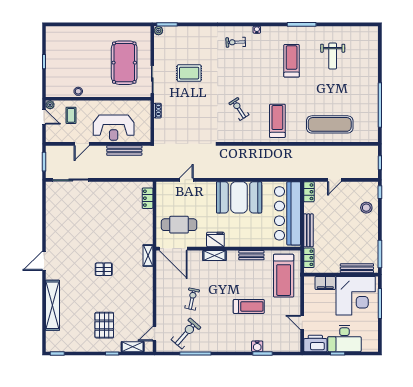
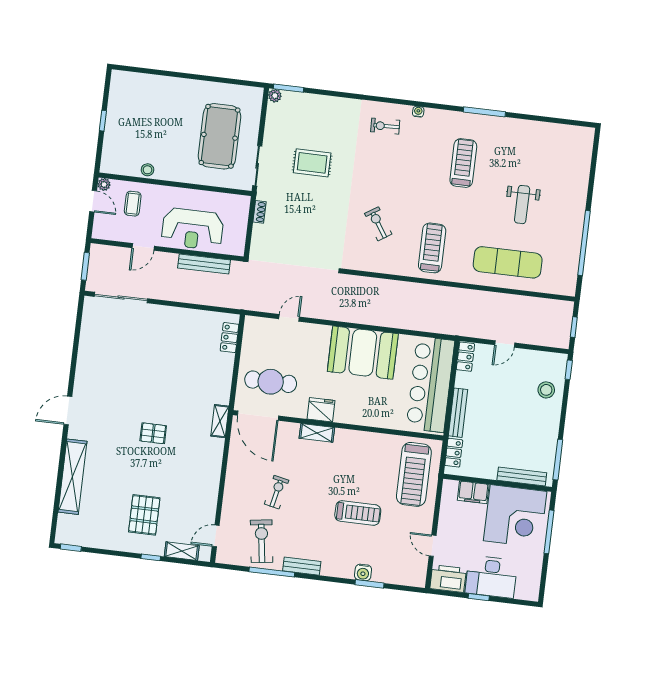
weight bench: (333, 56) -> (522, 205), moved
bench: (251, 255) -> (302, 566), moved
exercise bike: (186, 333) -> (262, 541), turned -49

